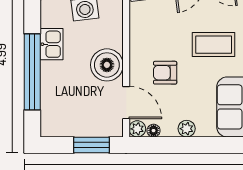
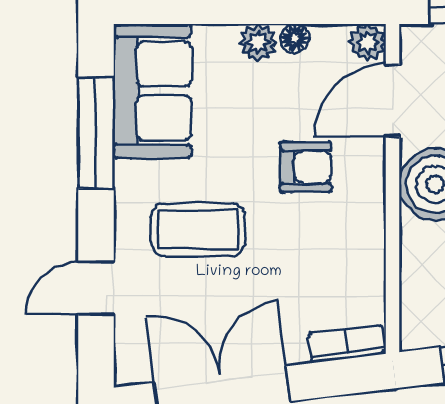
door: (126, 103) -> (393, 101), hinge flipped
floor lamp: (154, 131) -> (295, 38), moved

